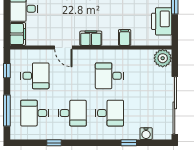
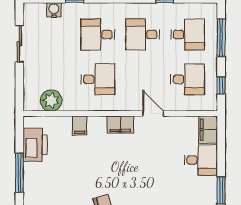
plant: (163, 58) -> (51, 100), moved
desk: (35, 76) -> (188, 79), turned 180
sliding door: (175, 105) -> (19, 44), width x0.54

